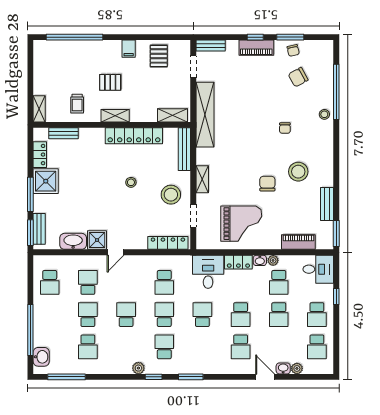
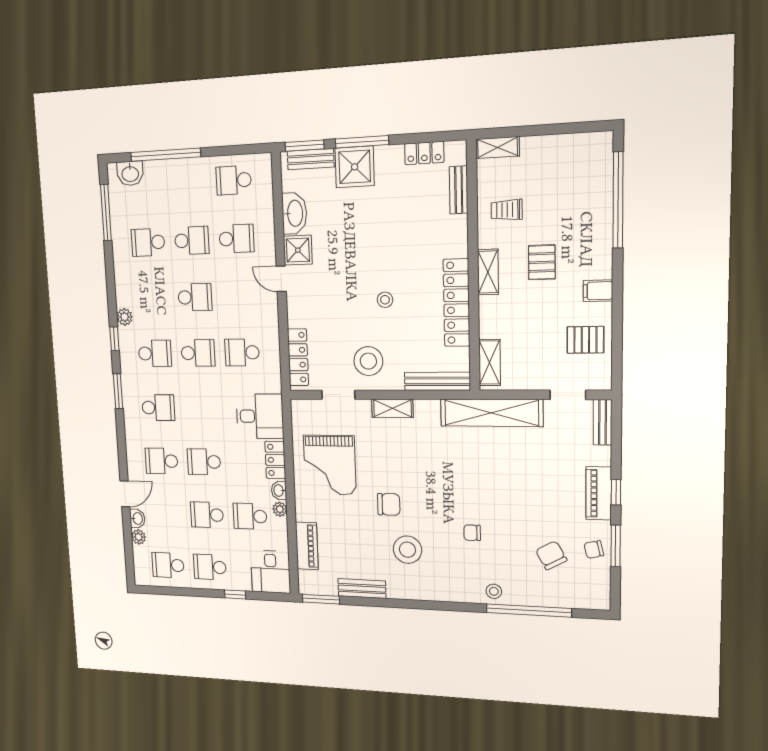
shower: (46, 181) -> (355, 167), moved
school desk: (202, 315) -> (158, 408), moved

